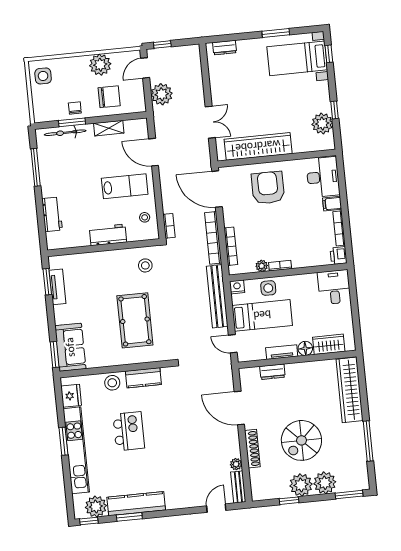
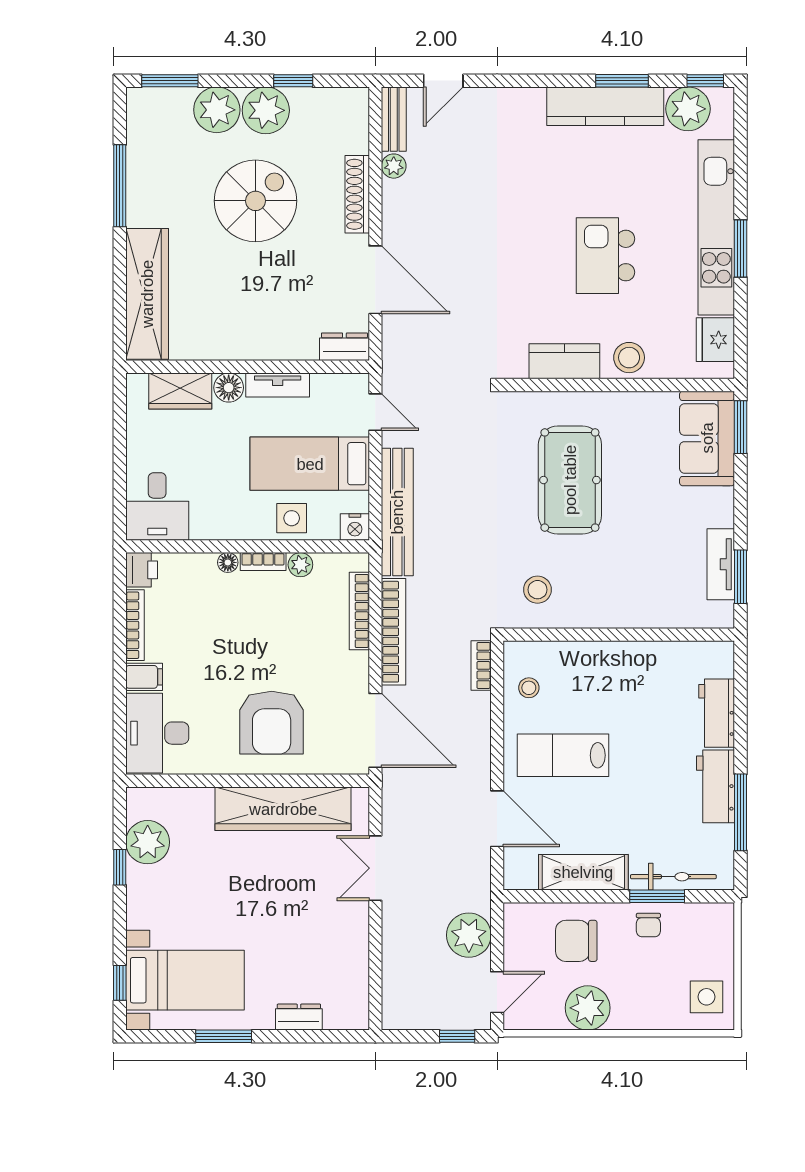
dresser: (225, 48) -> (299, 1017), moved
shelving: (109, 128) -> (583, 872), width x1.50, depth x1.33
workbench: (108, 235) -> (716, 786), moved, turned 90
floor lamp: (297, 263) -> (228, 562), added
dresser: (272, 372) -> (344, 347), moved

